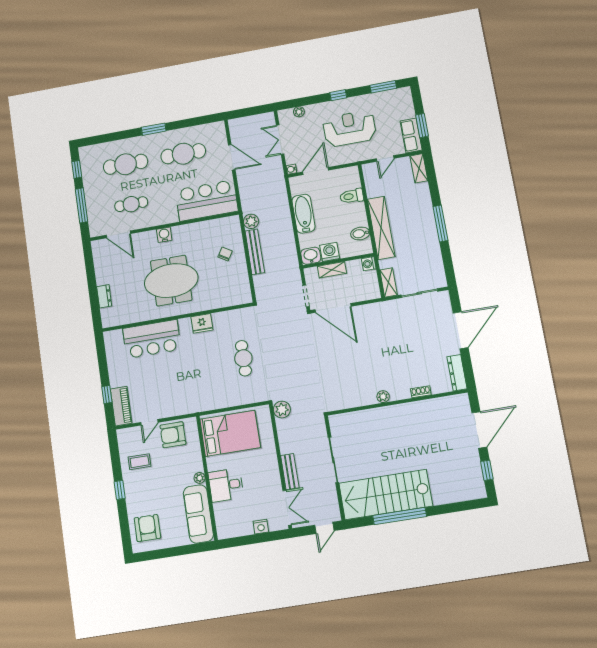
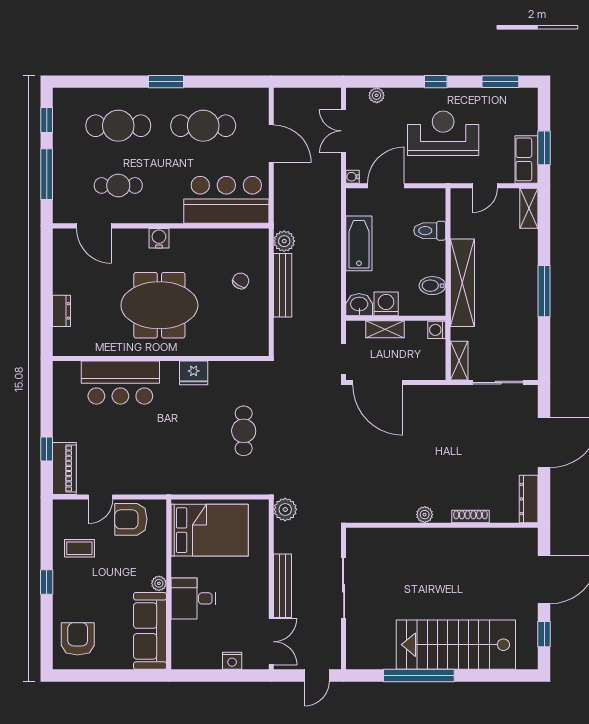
shoe rack: (421, 392) -> (470, 516), width x1.43
bench: (290, 472) -> (283, 586), width x1.36
stairs: (386, 495) -> (456, 645), moved

